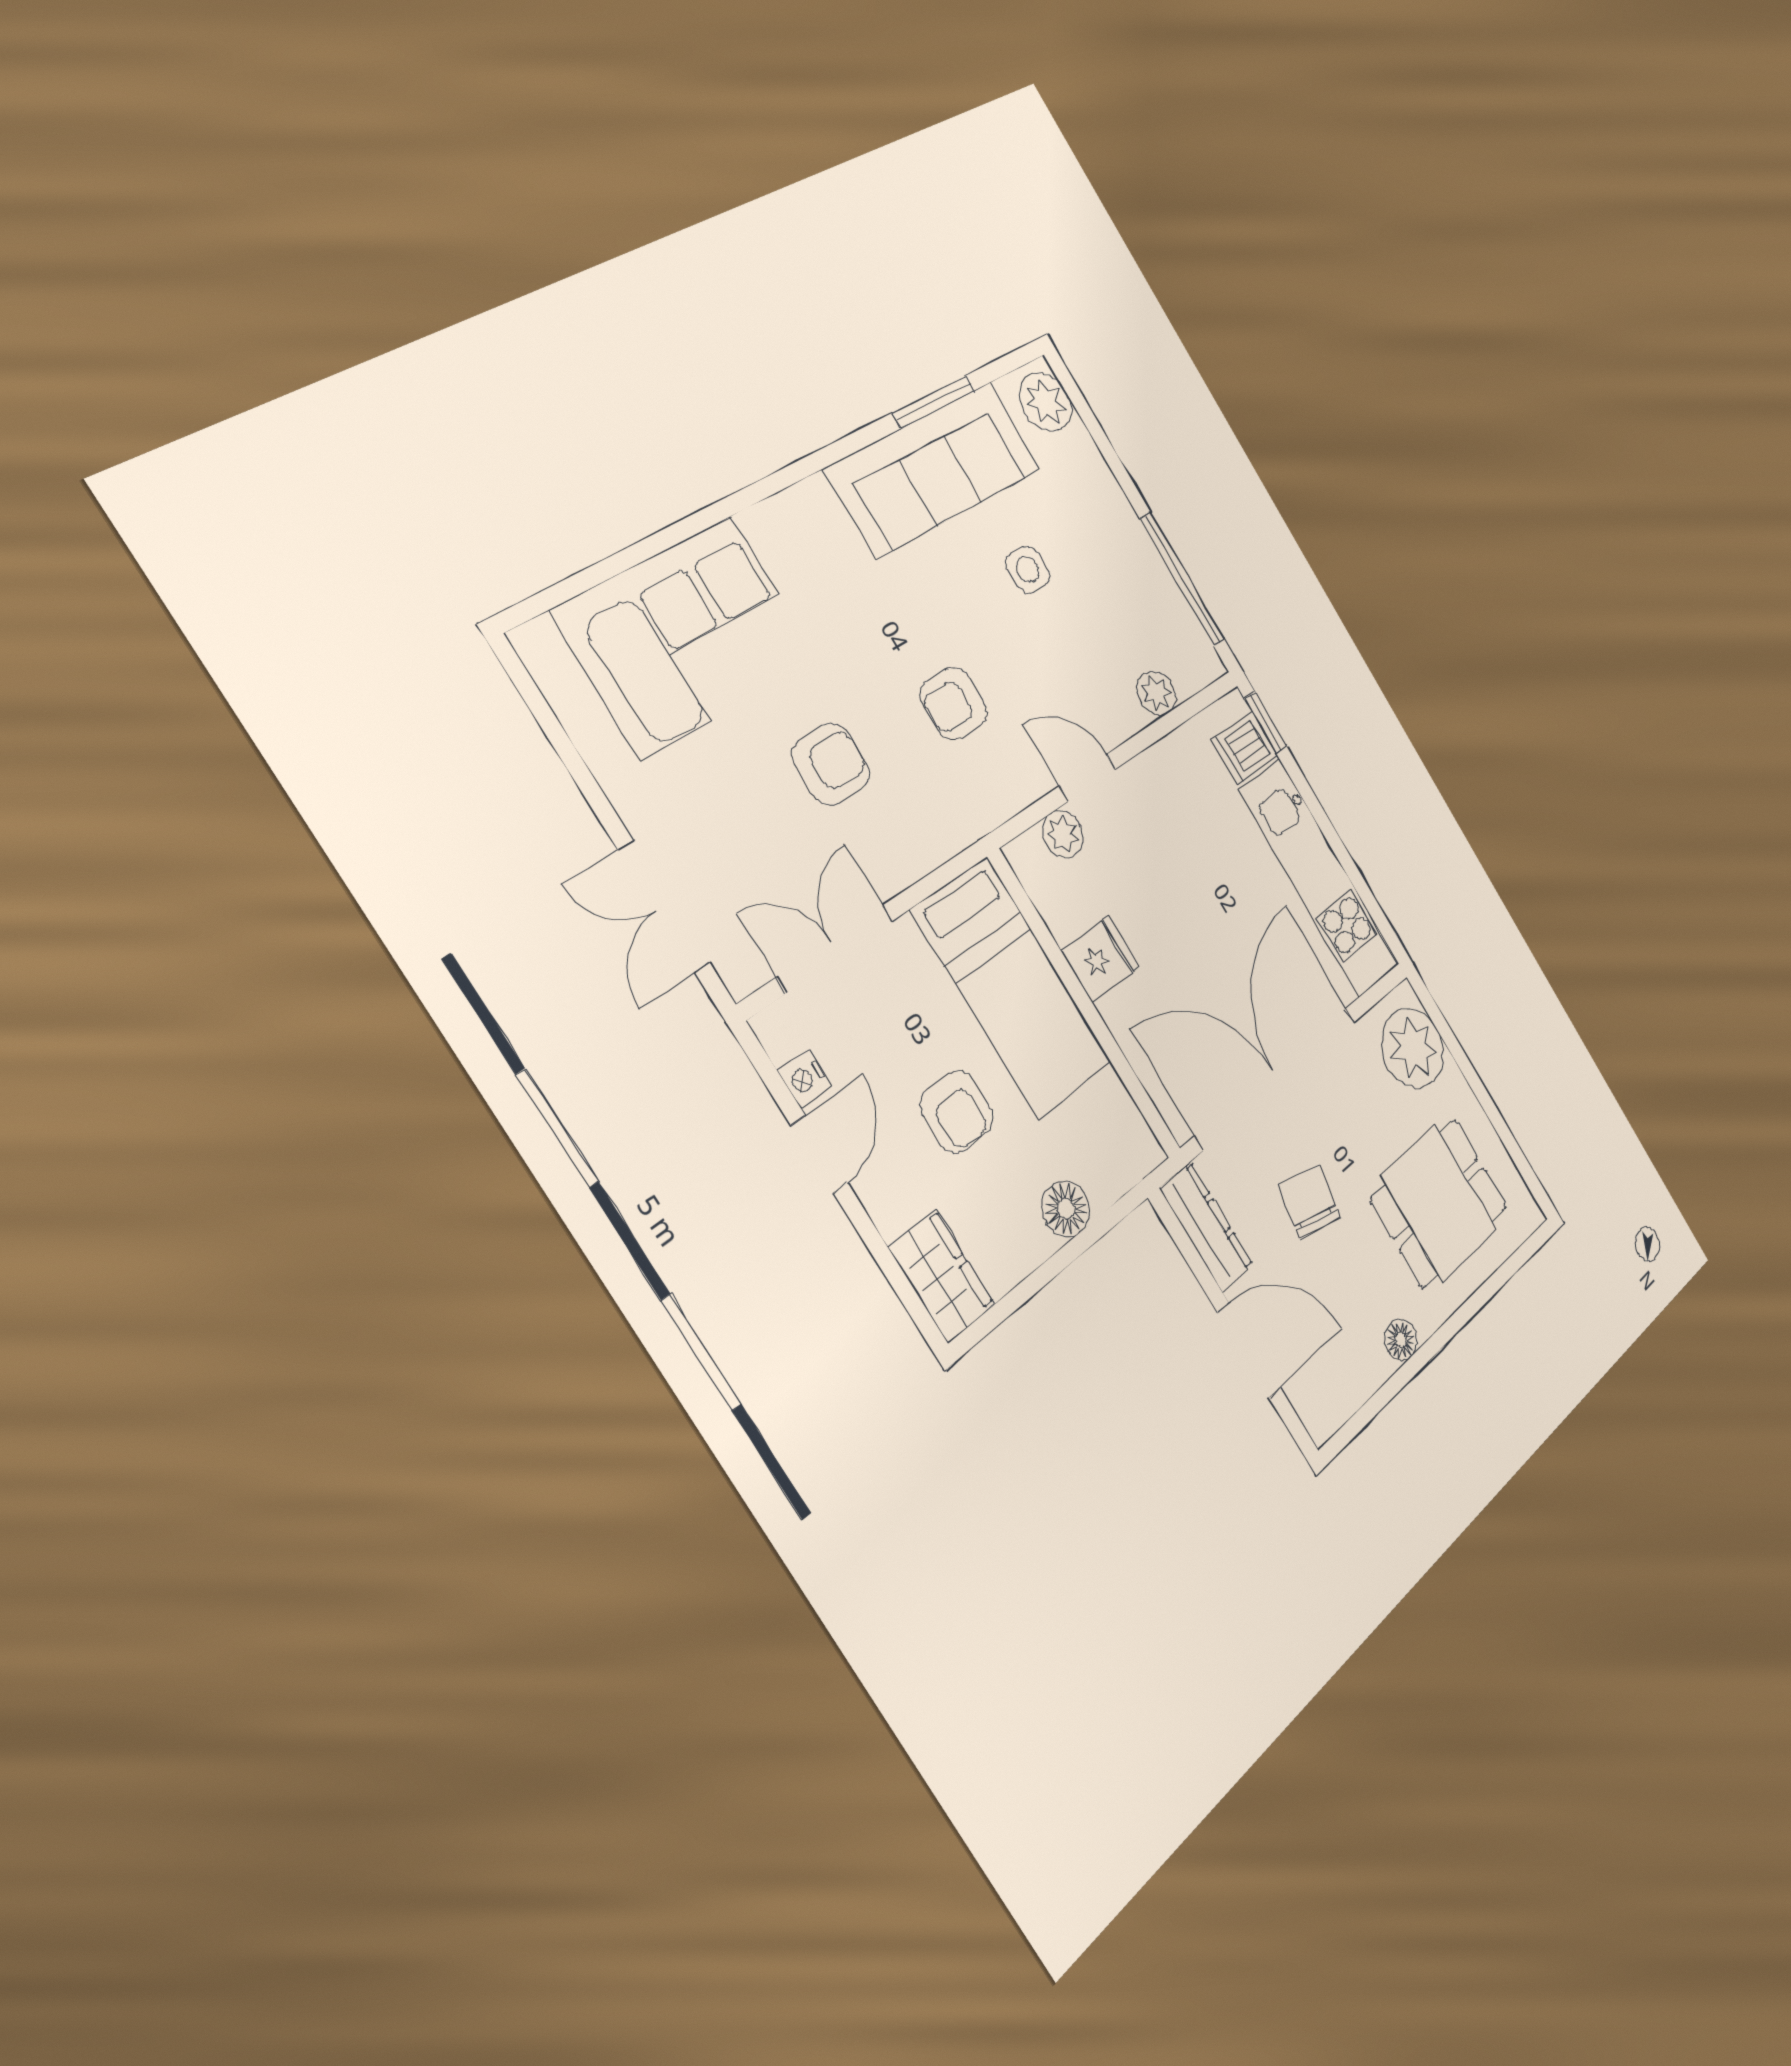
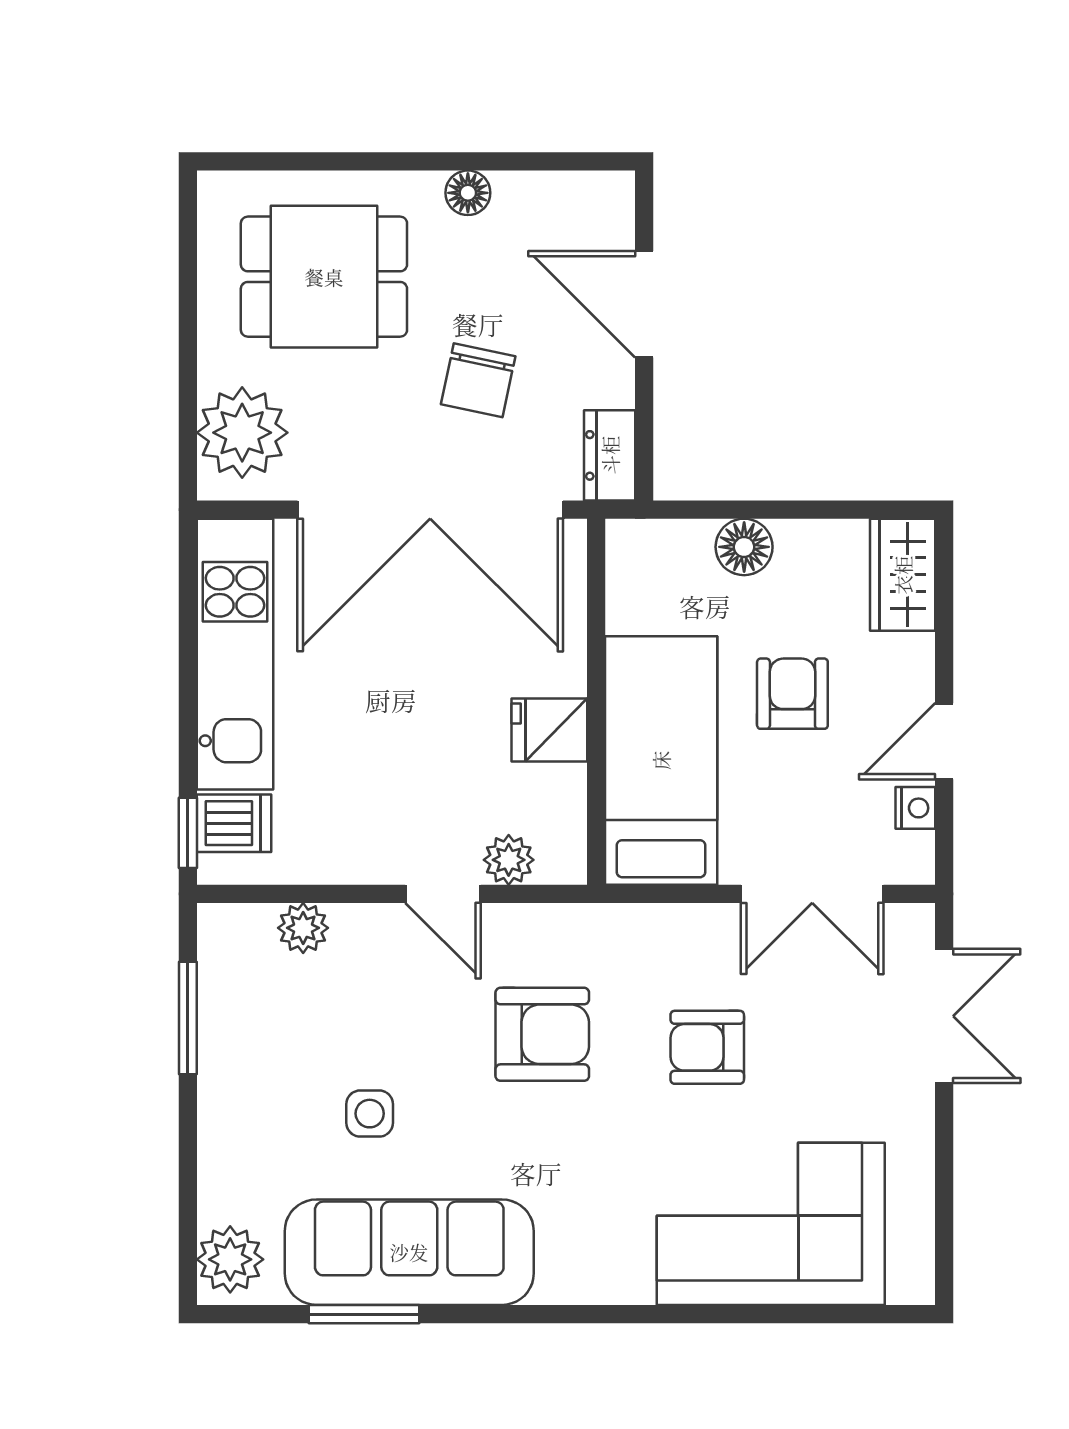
window: (1182, 579) -> (188, 1018), width x0.69
armchair: (954, 703) -> (542, 1034), width x1.38, depth x1.38
dresser: (1206, 1227) -> (610, 455), width x0.70

